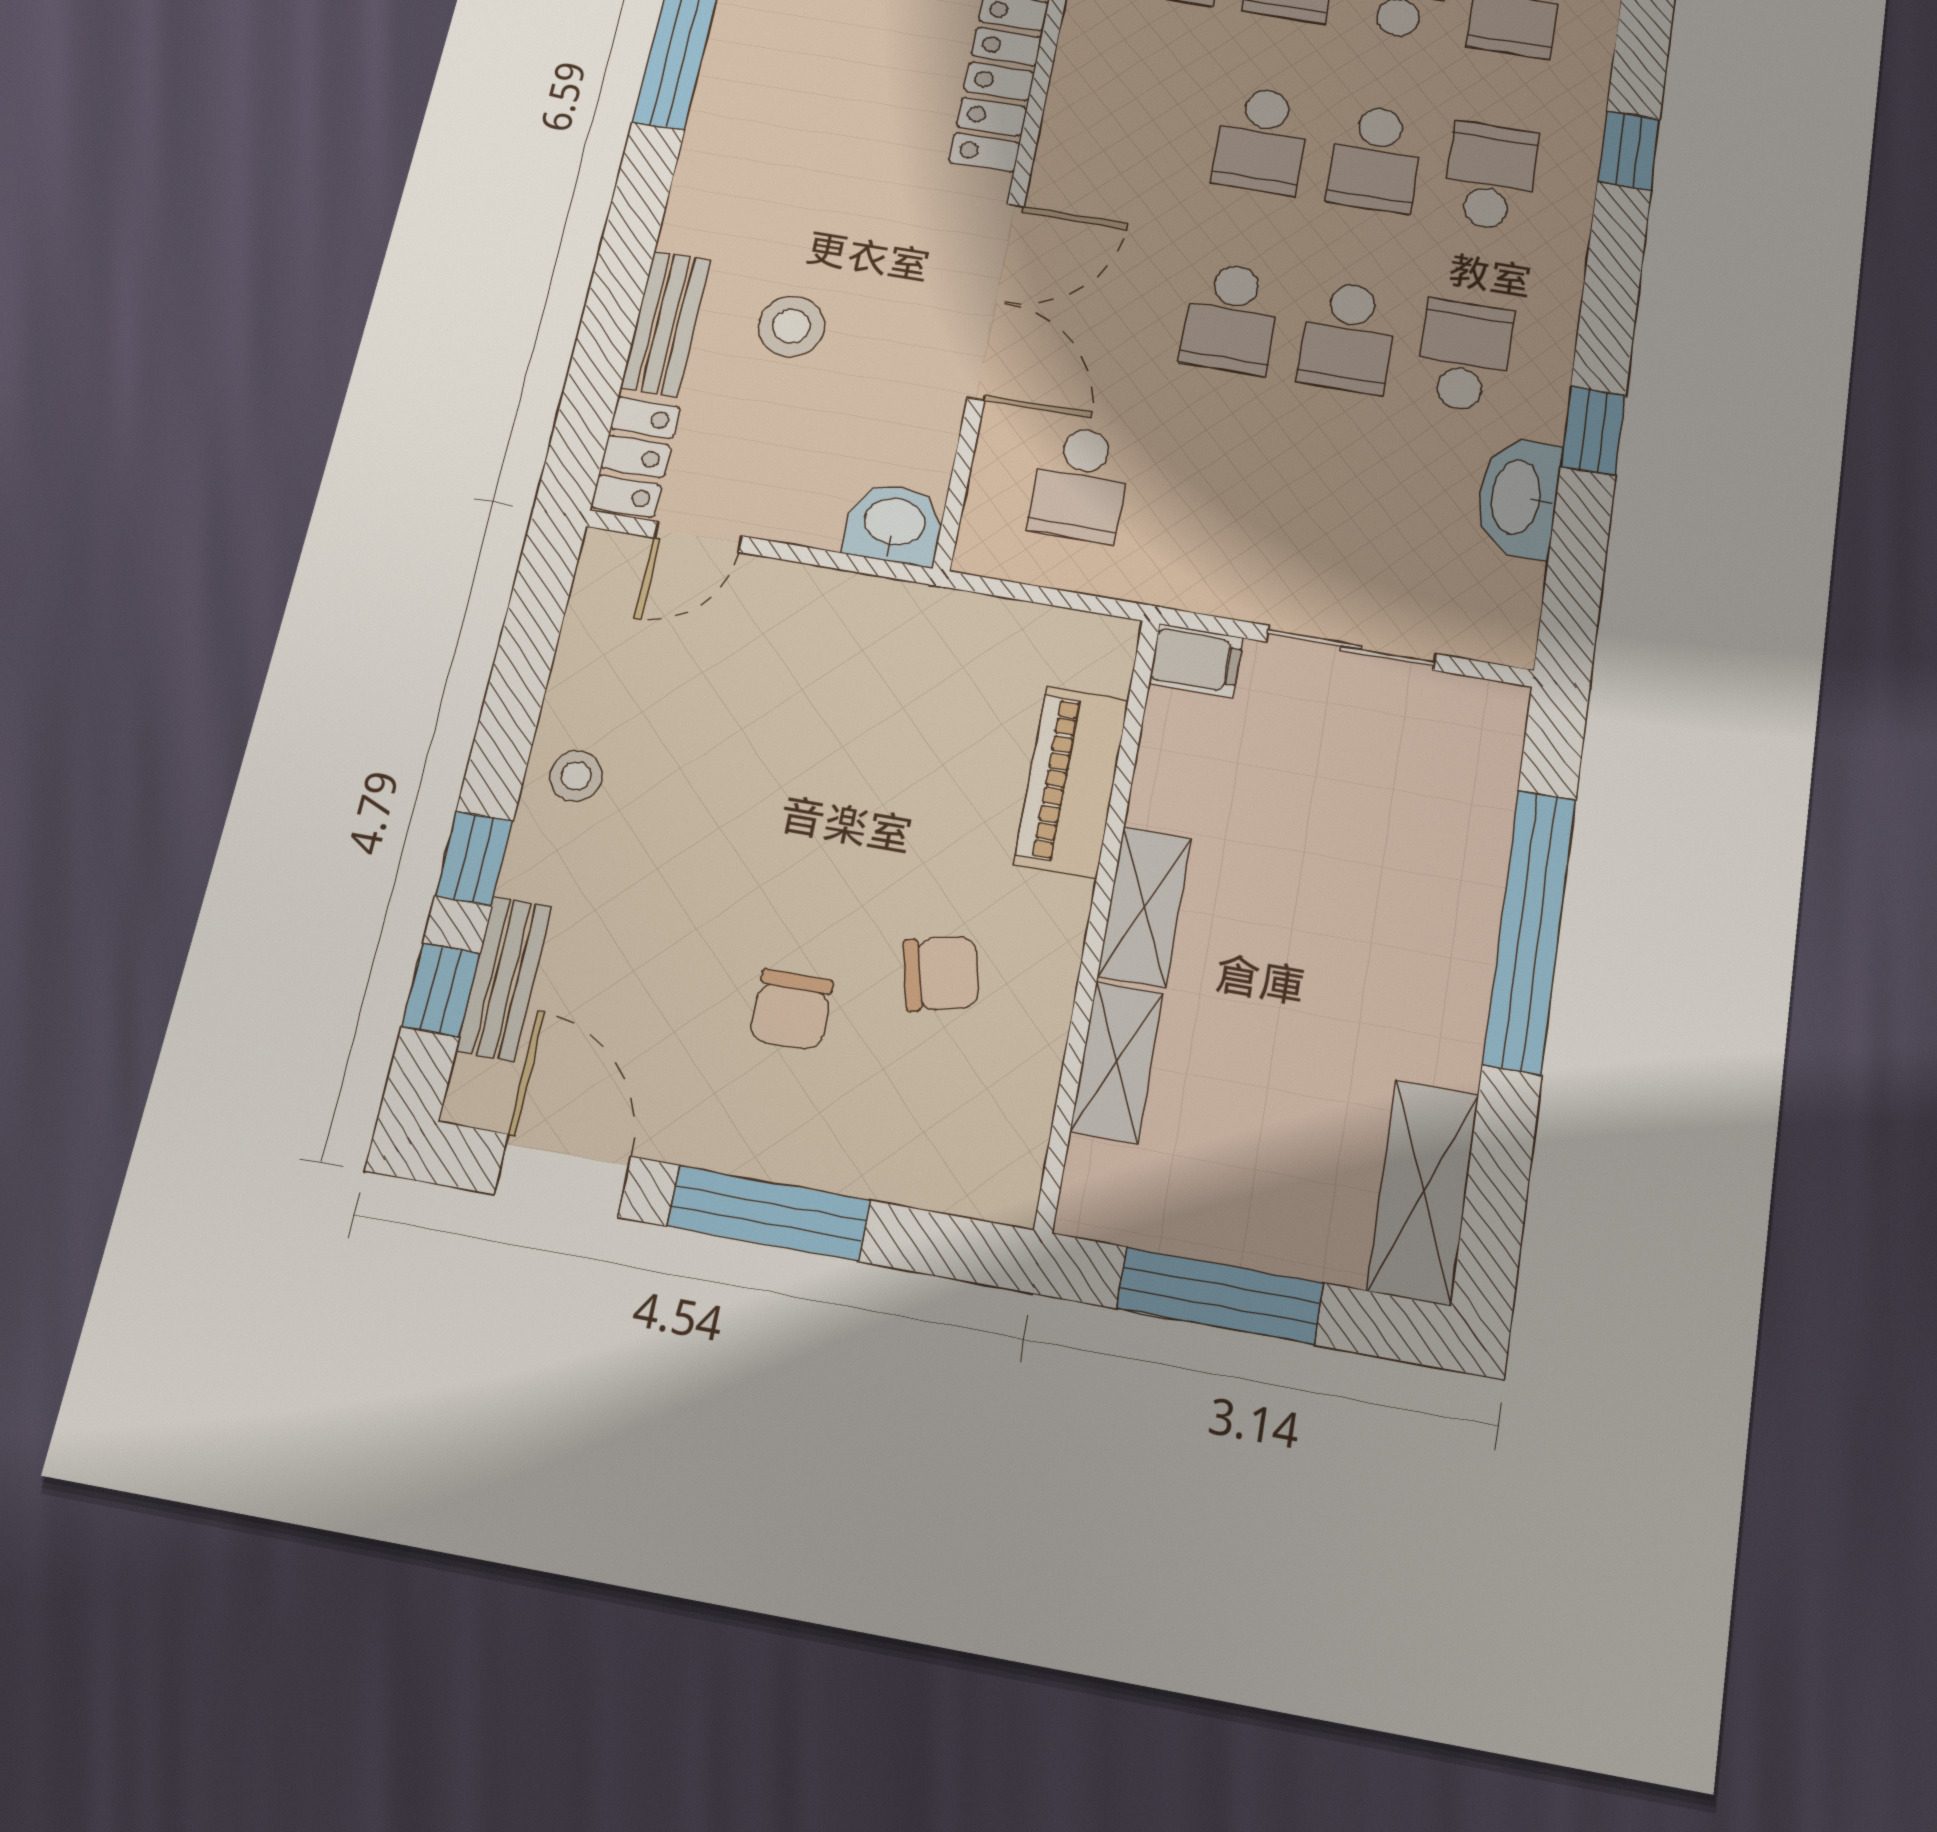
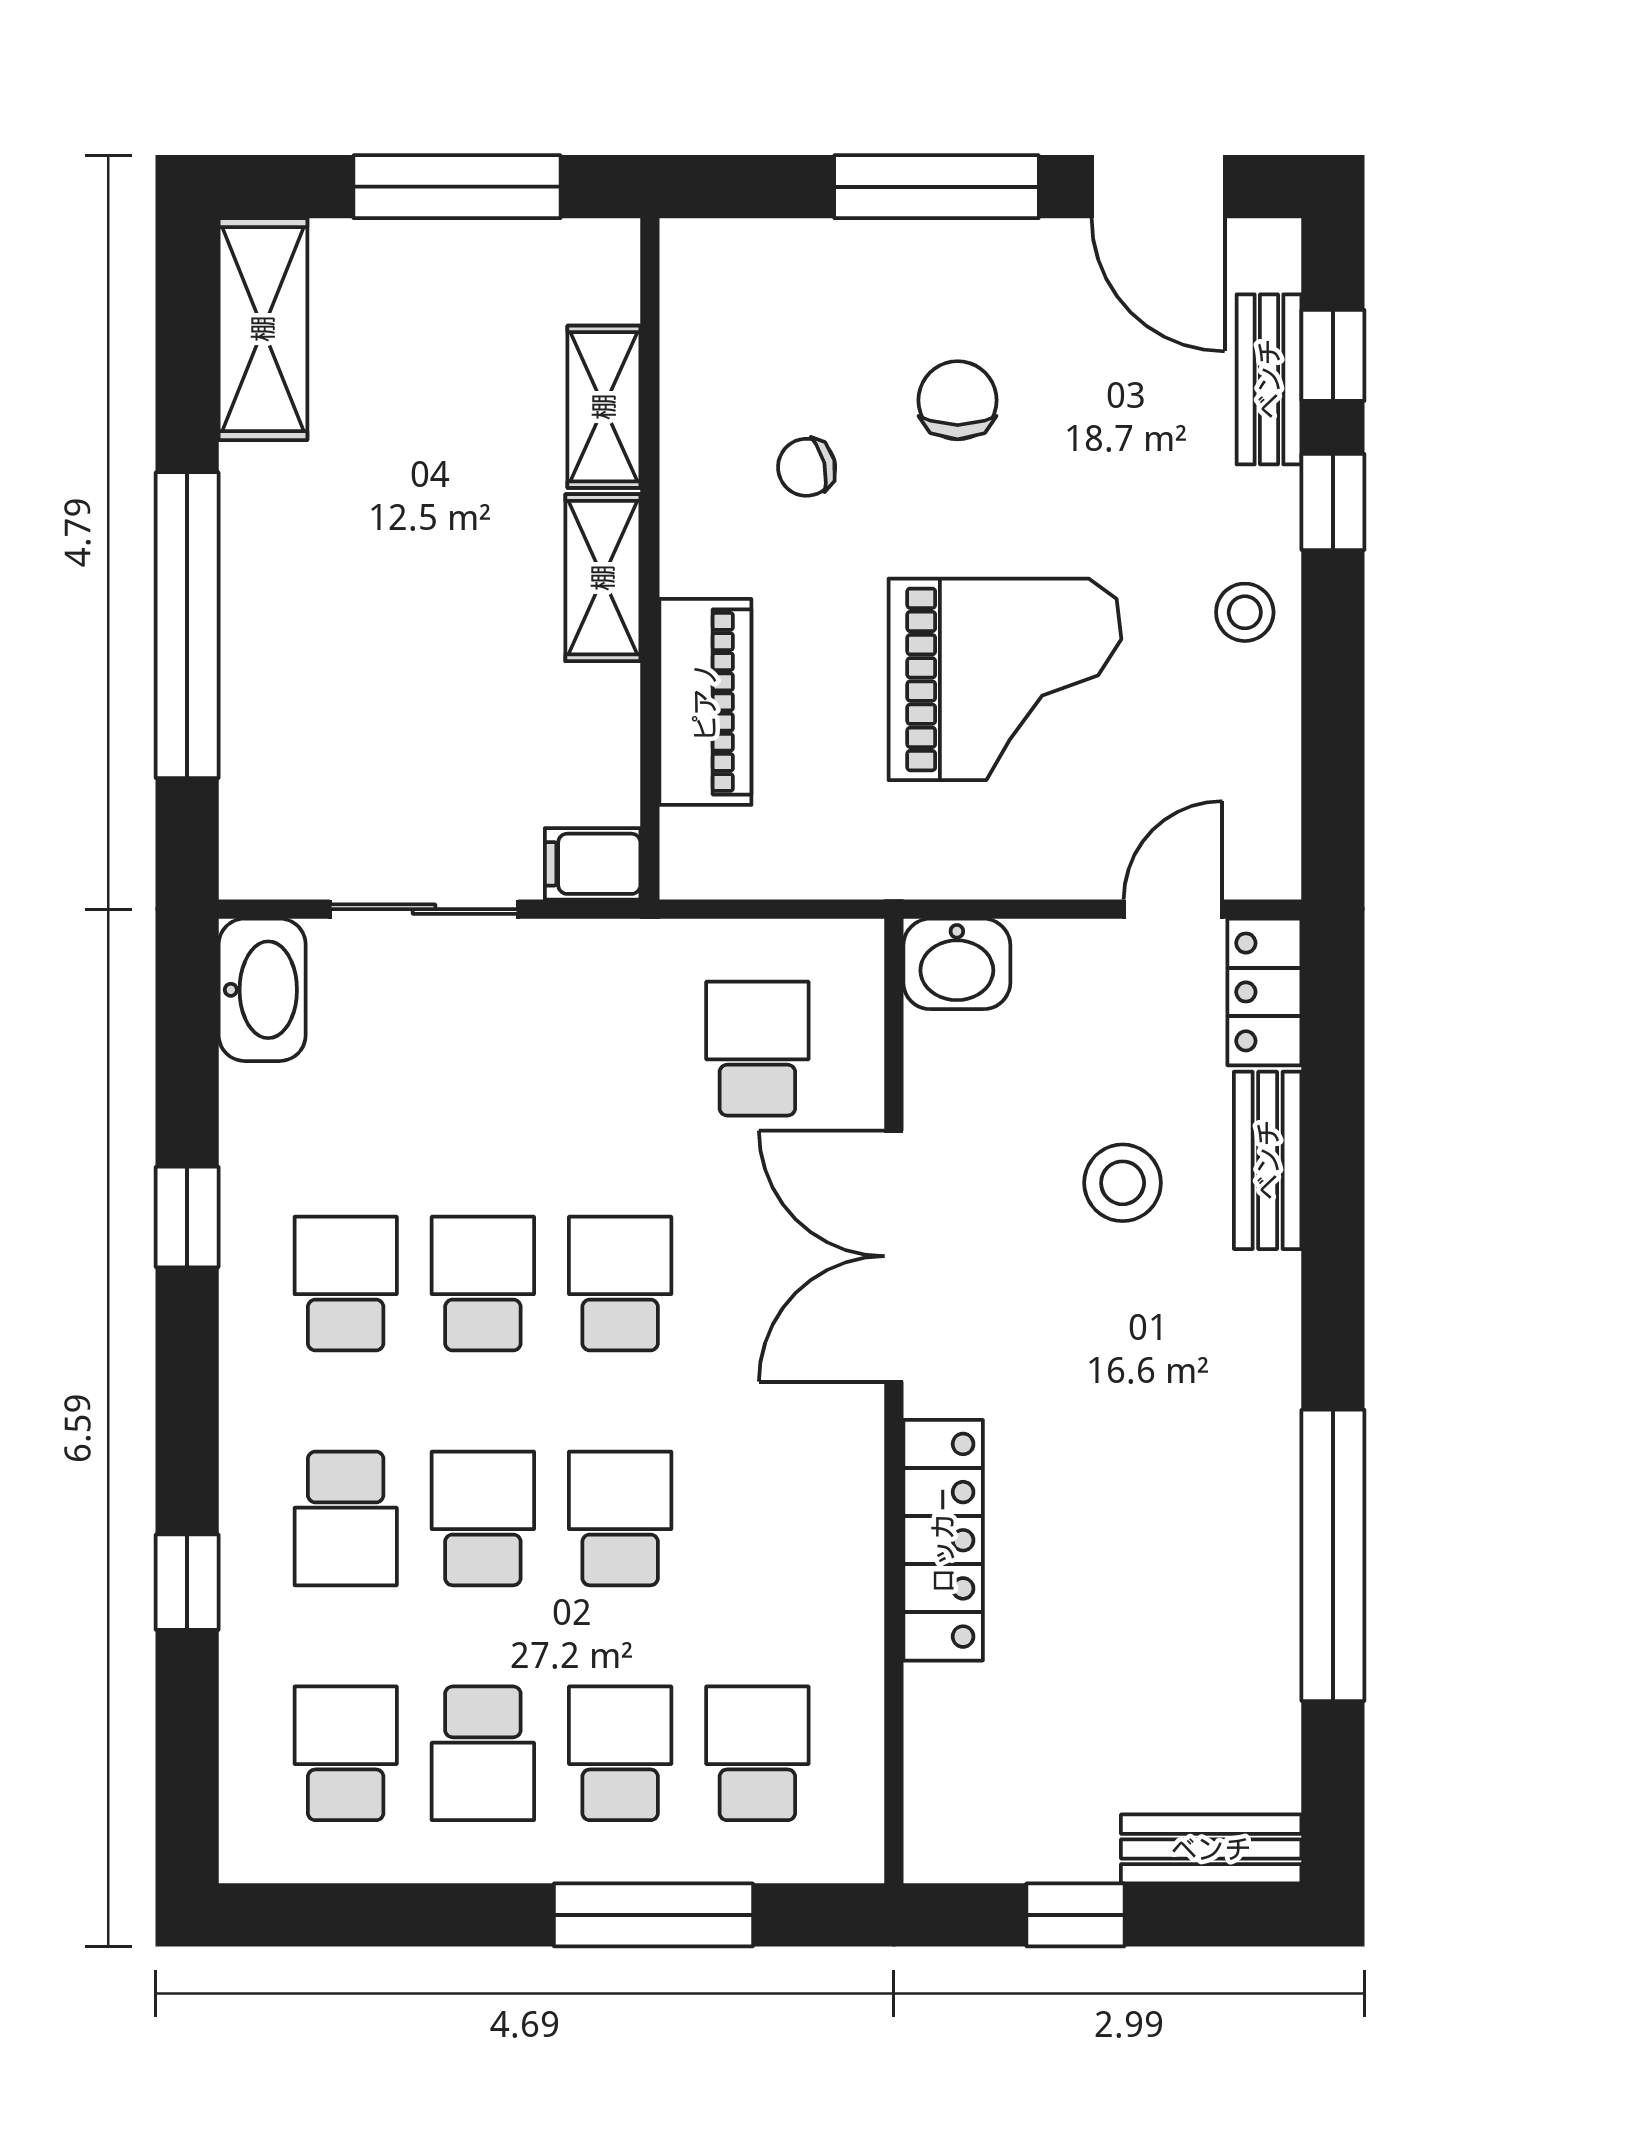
school desk: (1464, 356) -> (346, 1284), turned 180
washbasin: (1518, 497) -> (262, 990), moved
grand piano: (801, 755) -> (1005, 679), added
chair: (941, 973) -> (807, 467), width x0.73, depth x0.73

